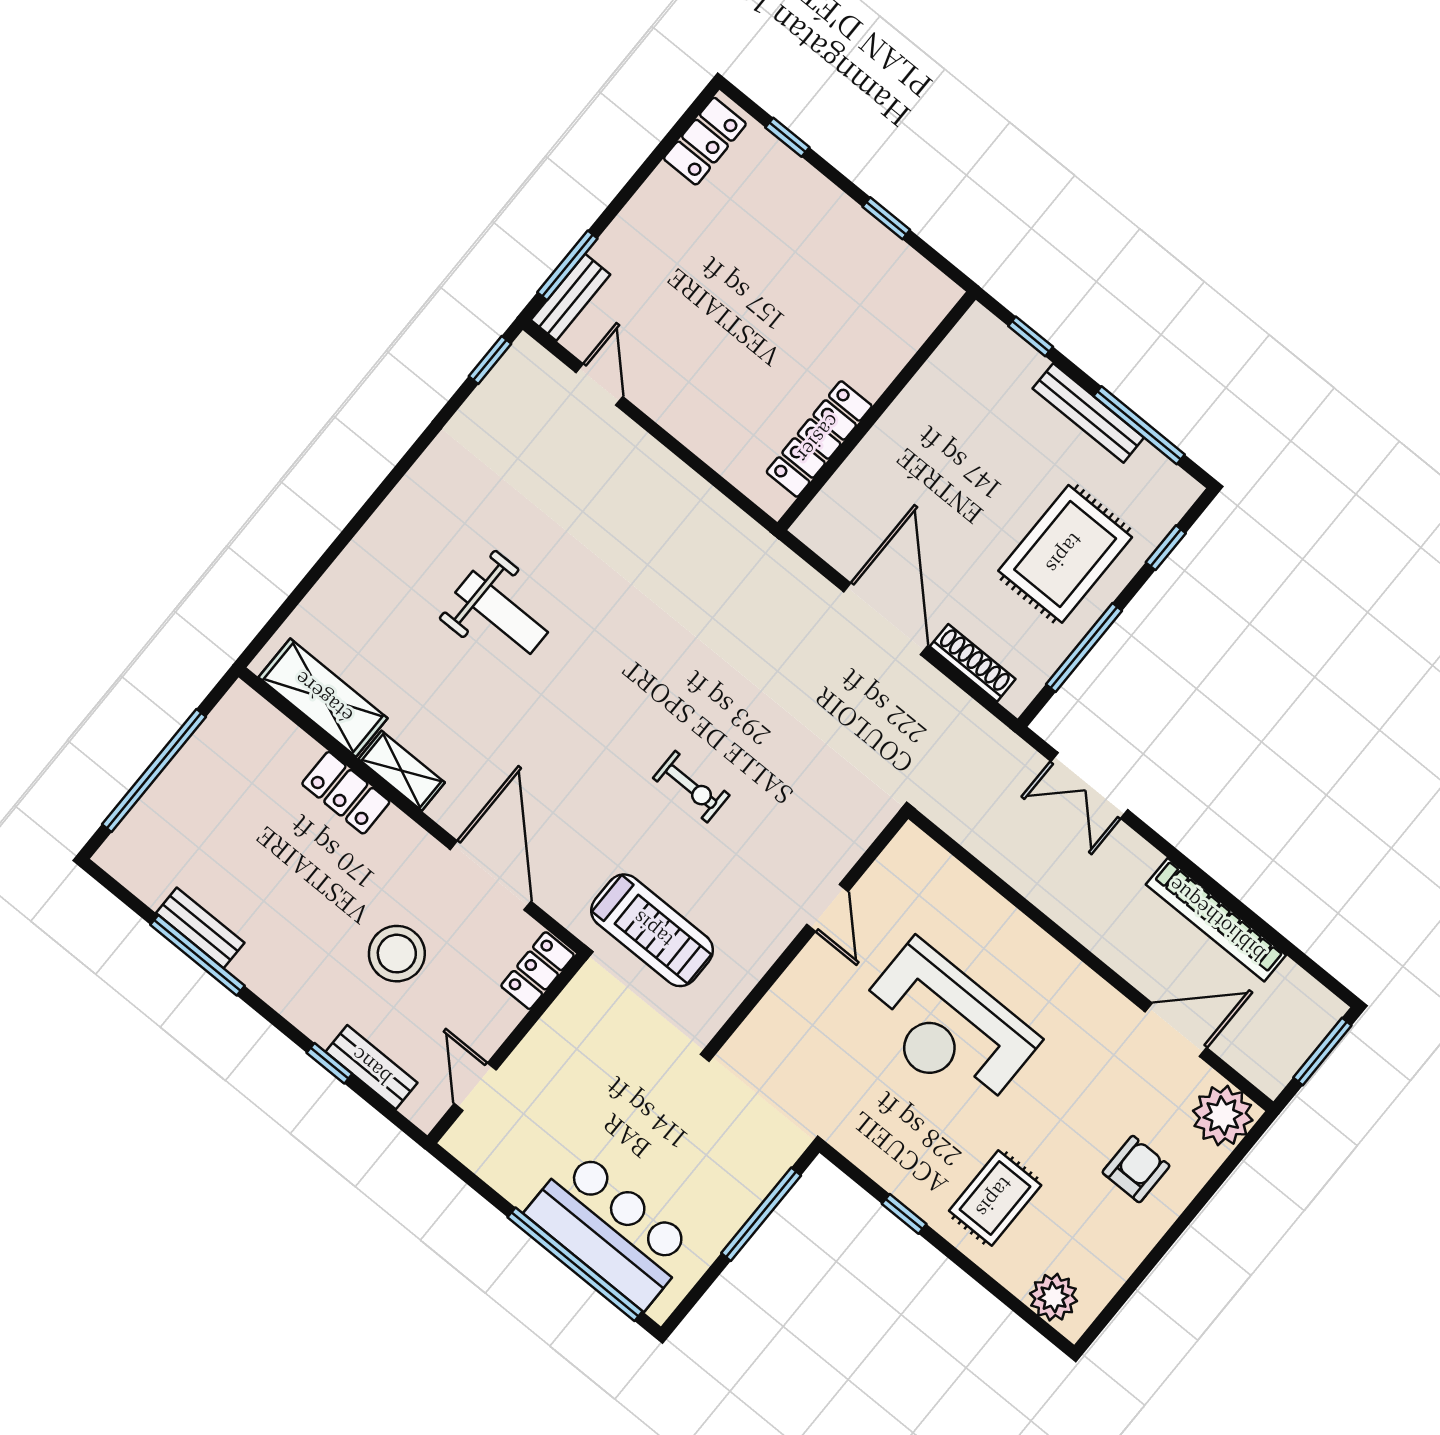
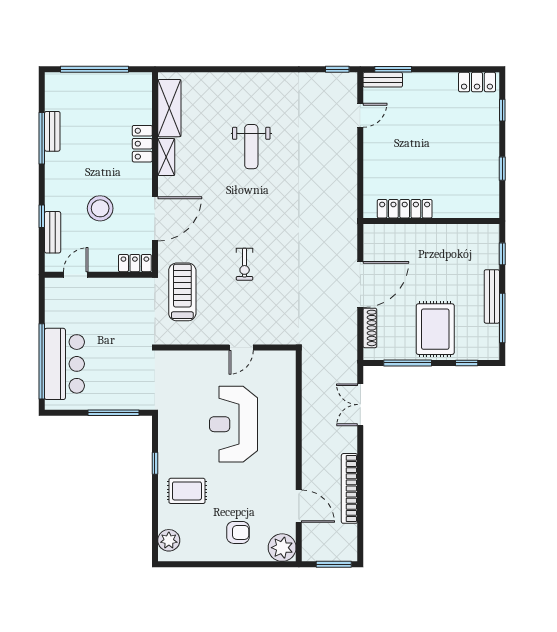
rug: (1065, 554) -> (435, 329), turned 90
treadmill: (652, 930) -> (182, 292), turned 180

